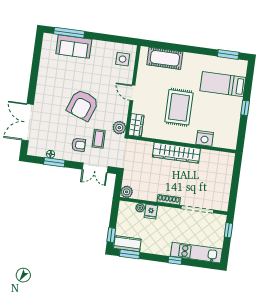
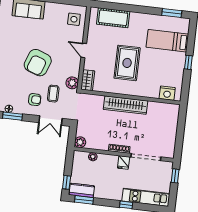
nightstand: (205, 138) -> (167, 93), moved
fridge: (151, 212) -> (124, 162), moved

